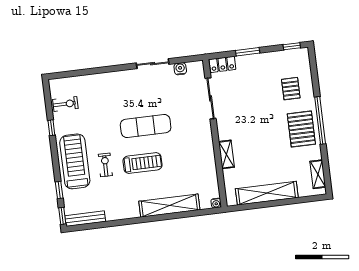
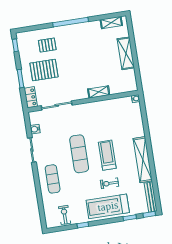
exercise mat: (114, 90) -> (53, 179), added
pallet: (301, 129) -> (44, 70), moved
shelving: (267, 193) -> (126, 53), width x0.68
shelving: (169, 206) -> (143, 160), moved

